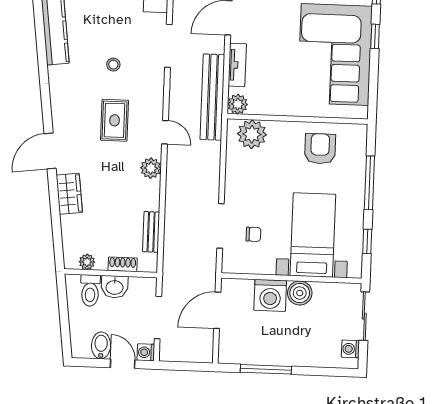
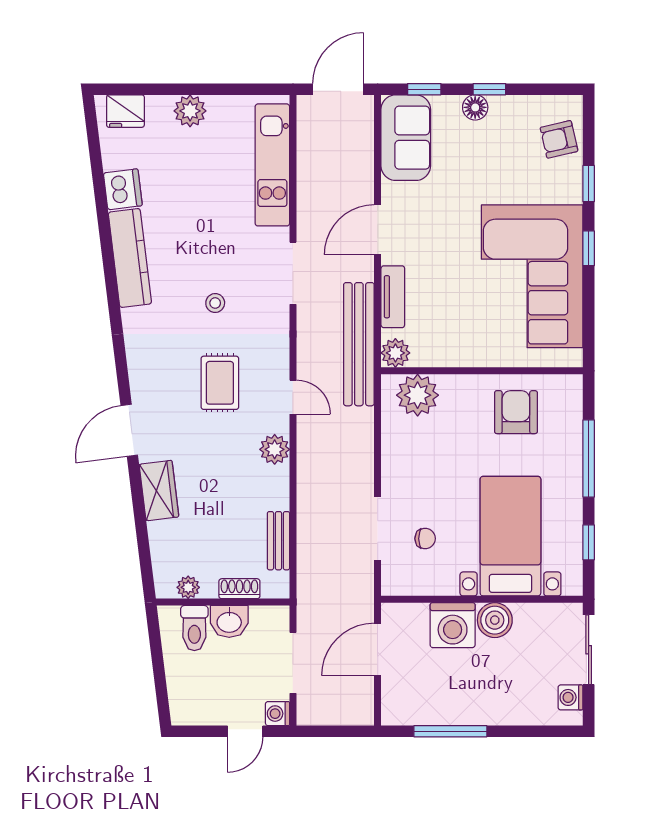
bidet: (101, 345) -> (213, 706), removed
door: (123, 364) -> (245, 731), swing flipped

